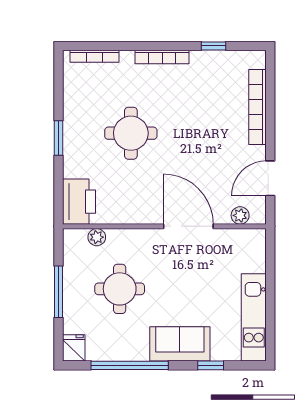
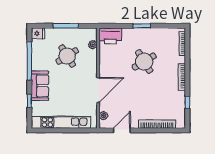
round table: (131, 133) -> (144, 62), turned -31
door: (270, 178) -> (122, 130), hinge flipped
round table: (120, 289) -> (67, 56), turned -32
kitchen unit: (254, 317) -> (61, 122), width x1.36

